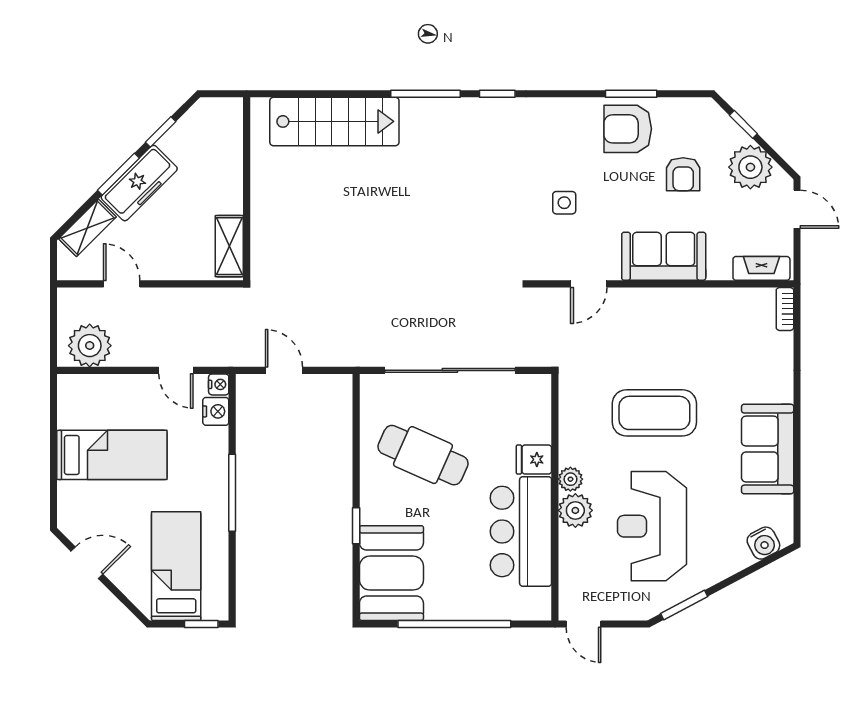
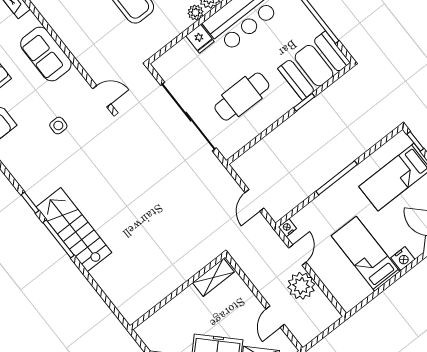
stairs: (334, 121) -> (74, 230), moved
door: (589, 284) -> (102, 96), moved
plant: (90, 346) -> (301, 286), moved
nightstand: (216, 411) -> (403, 259), moved, turned 180
cafe table: (423, 455) -> (242, 97), turned 66

